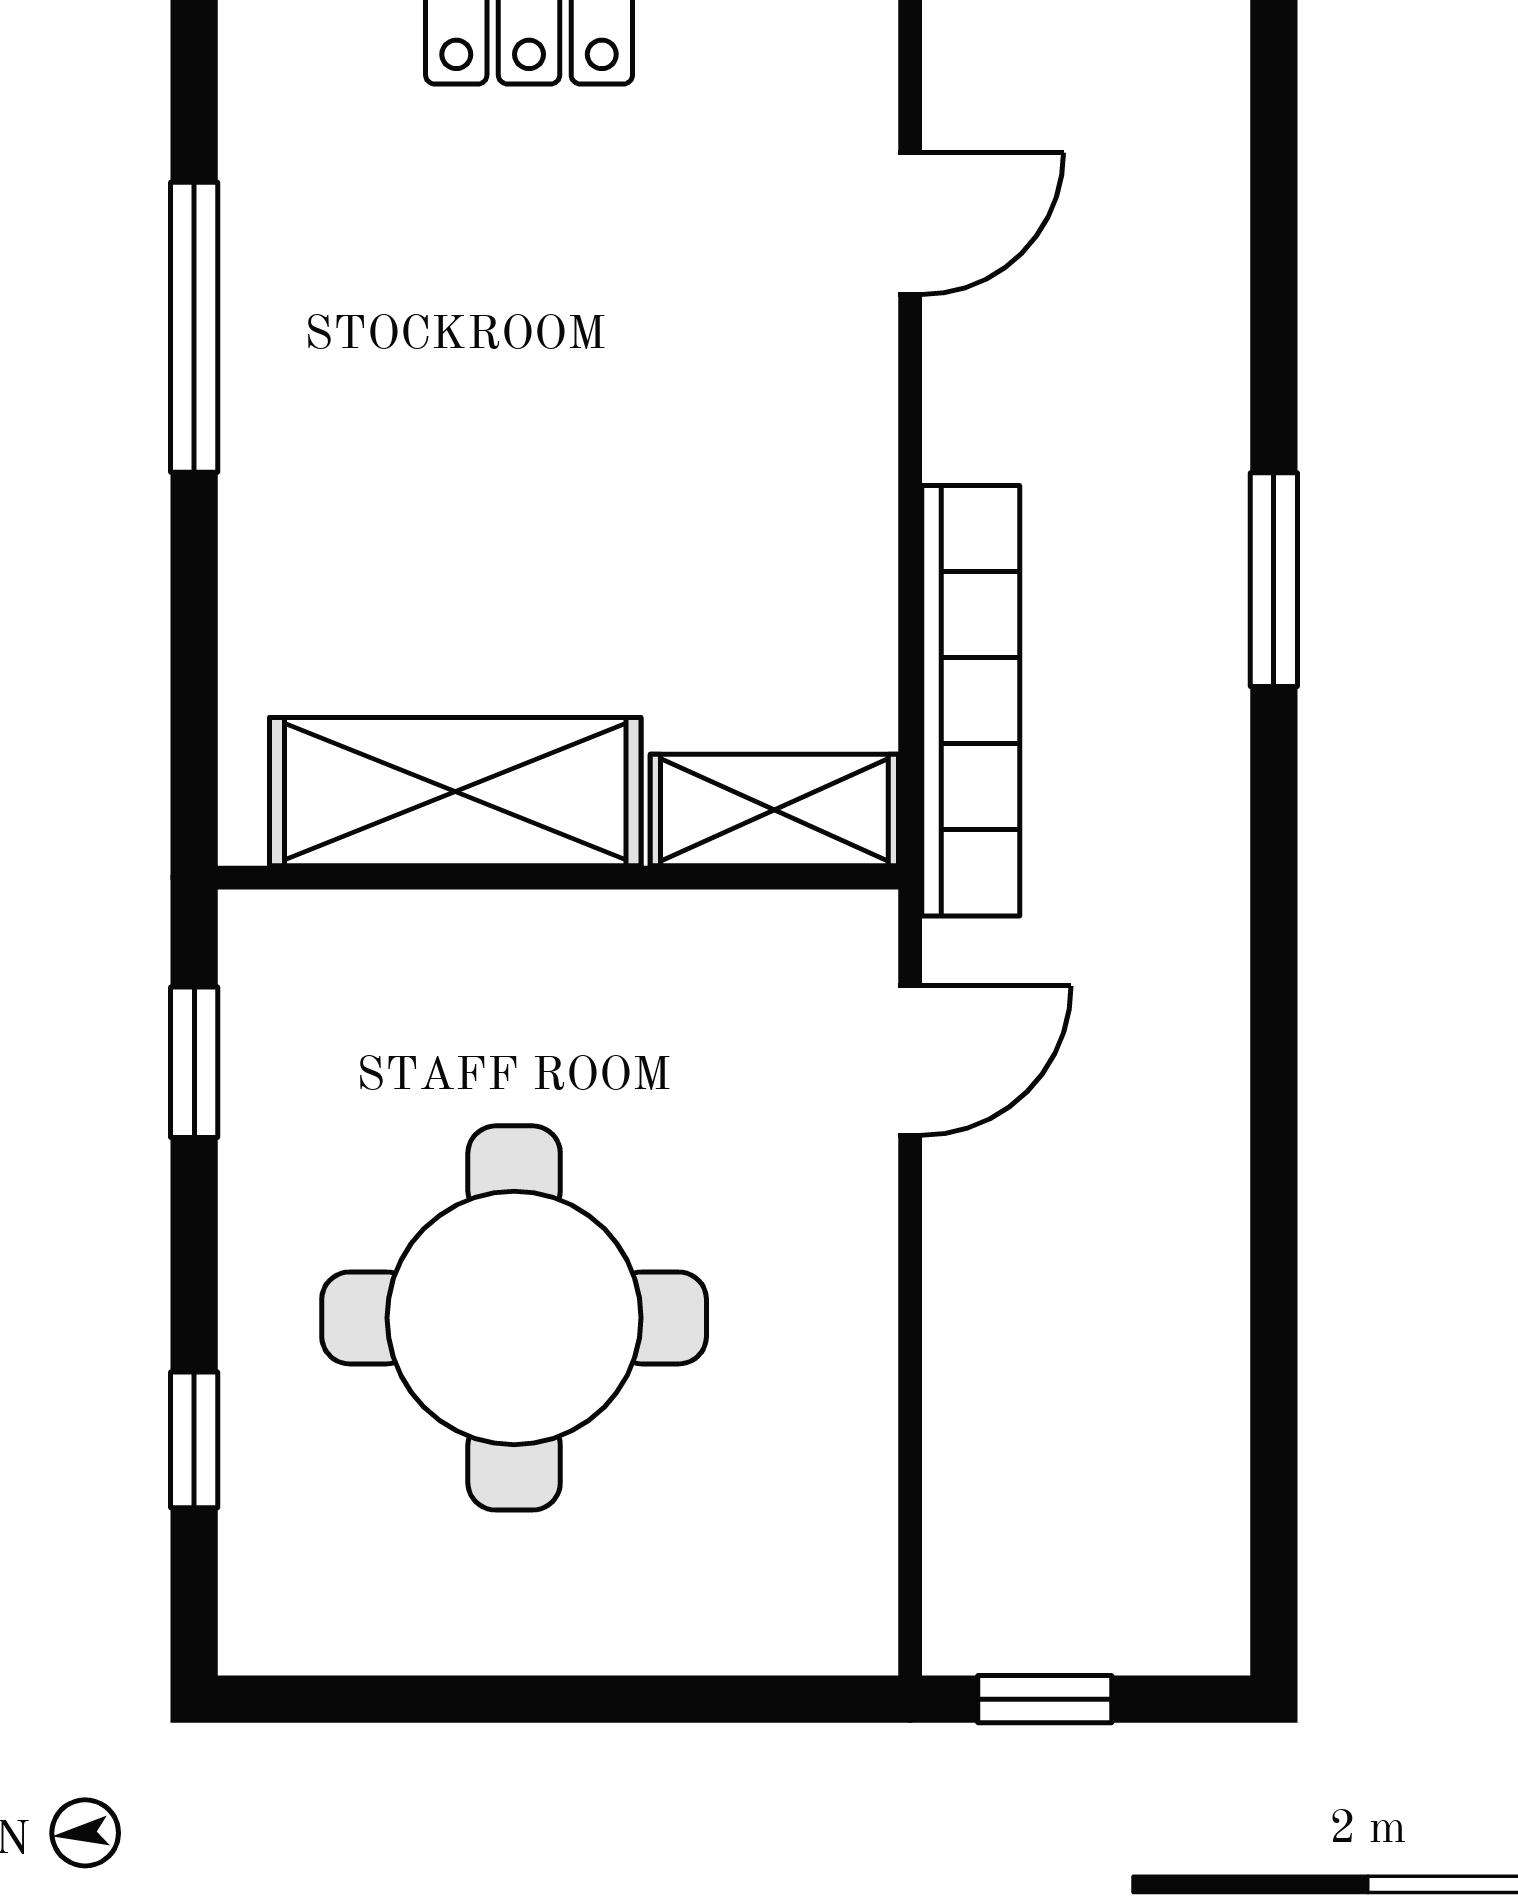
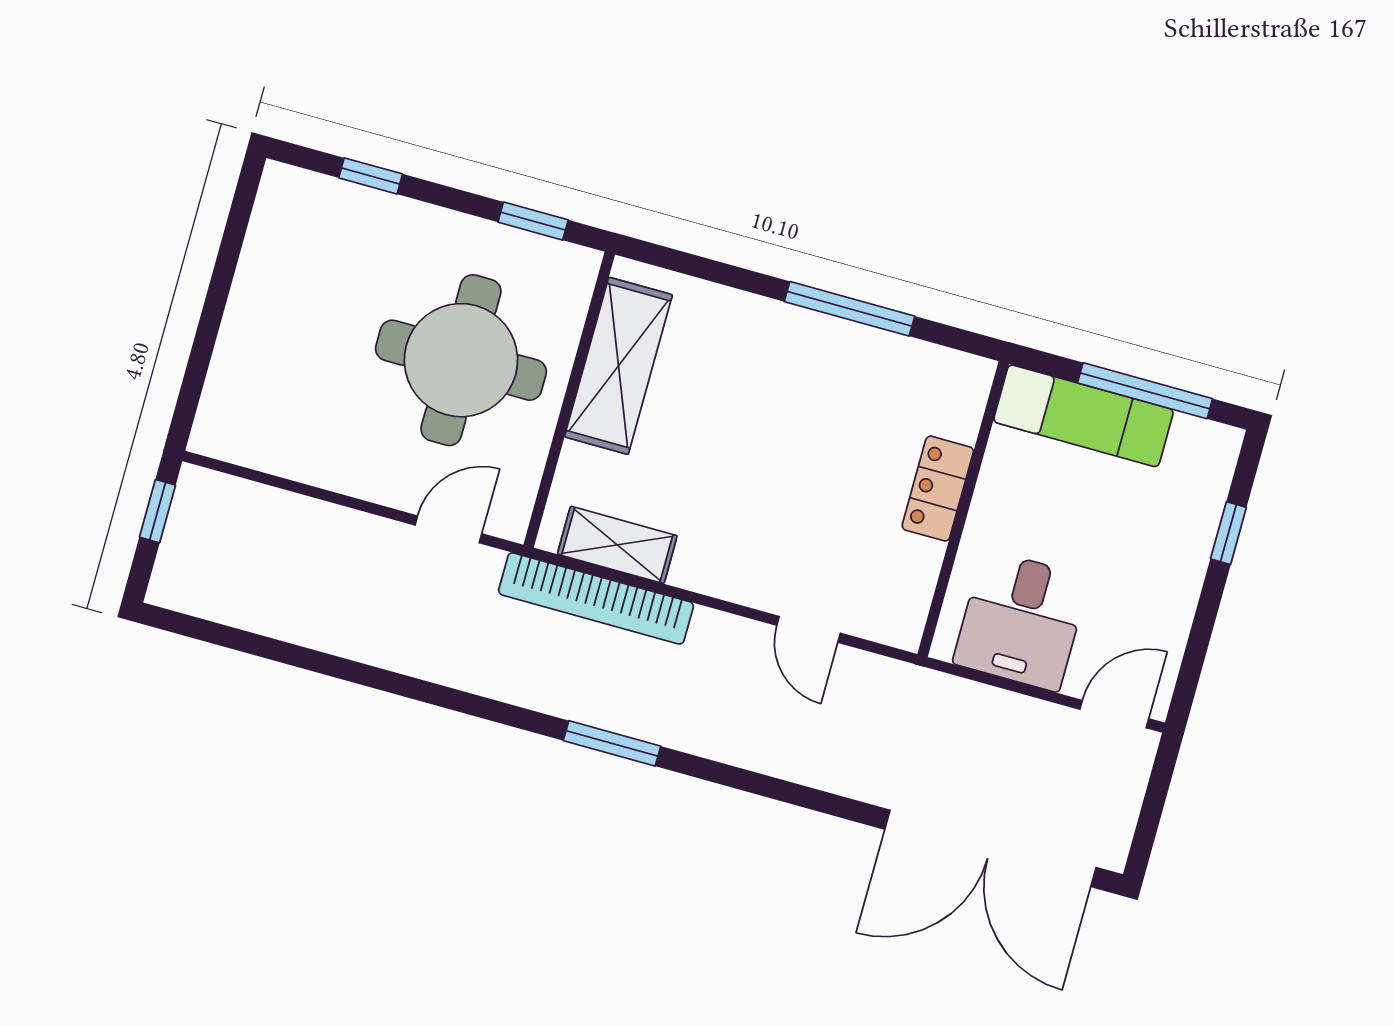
shelving: (774, 810) -> (617, 545), moved, turned 90
door: (910, 1061) -> (448, 529), swing flipped
round table: (514, 1318) -> (461, 360), moved

